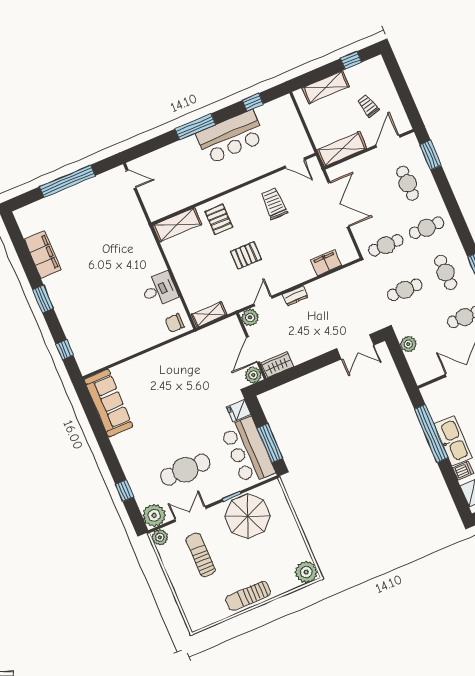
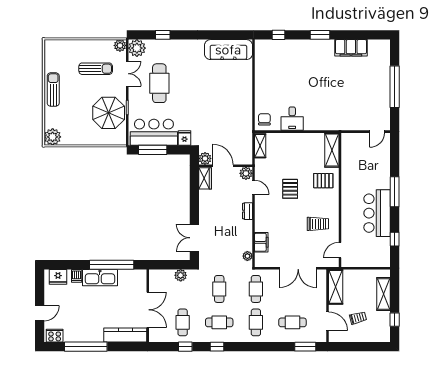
plant: (350, 273) -> (247, 256), added

